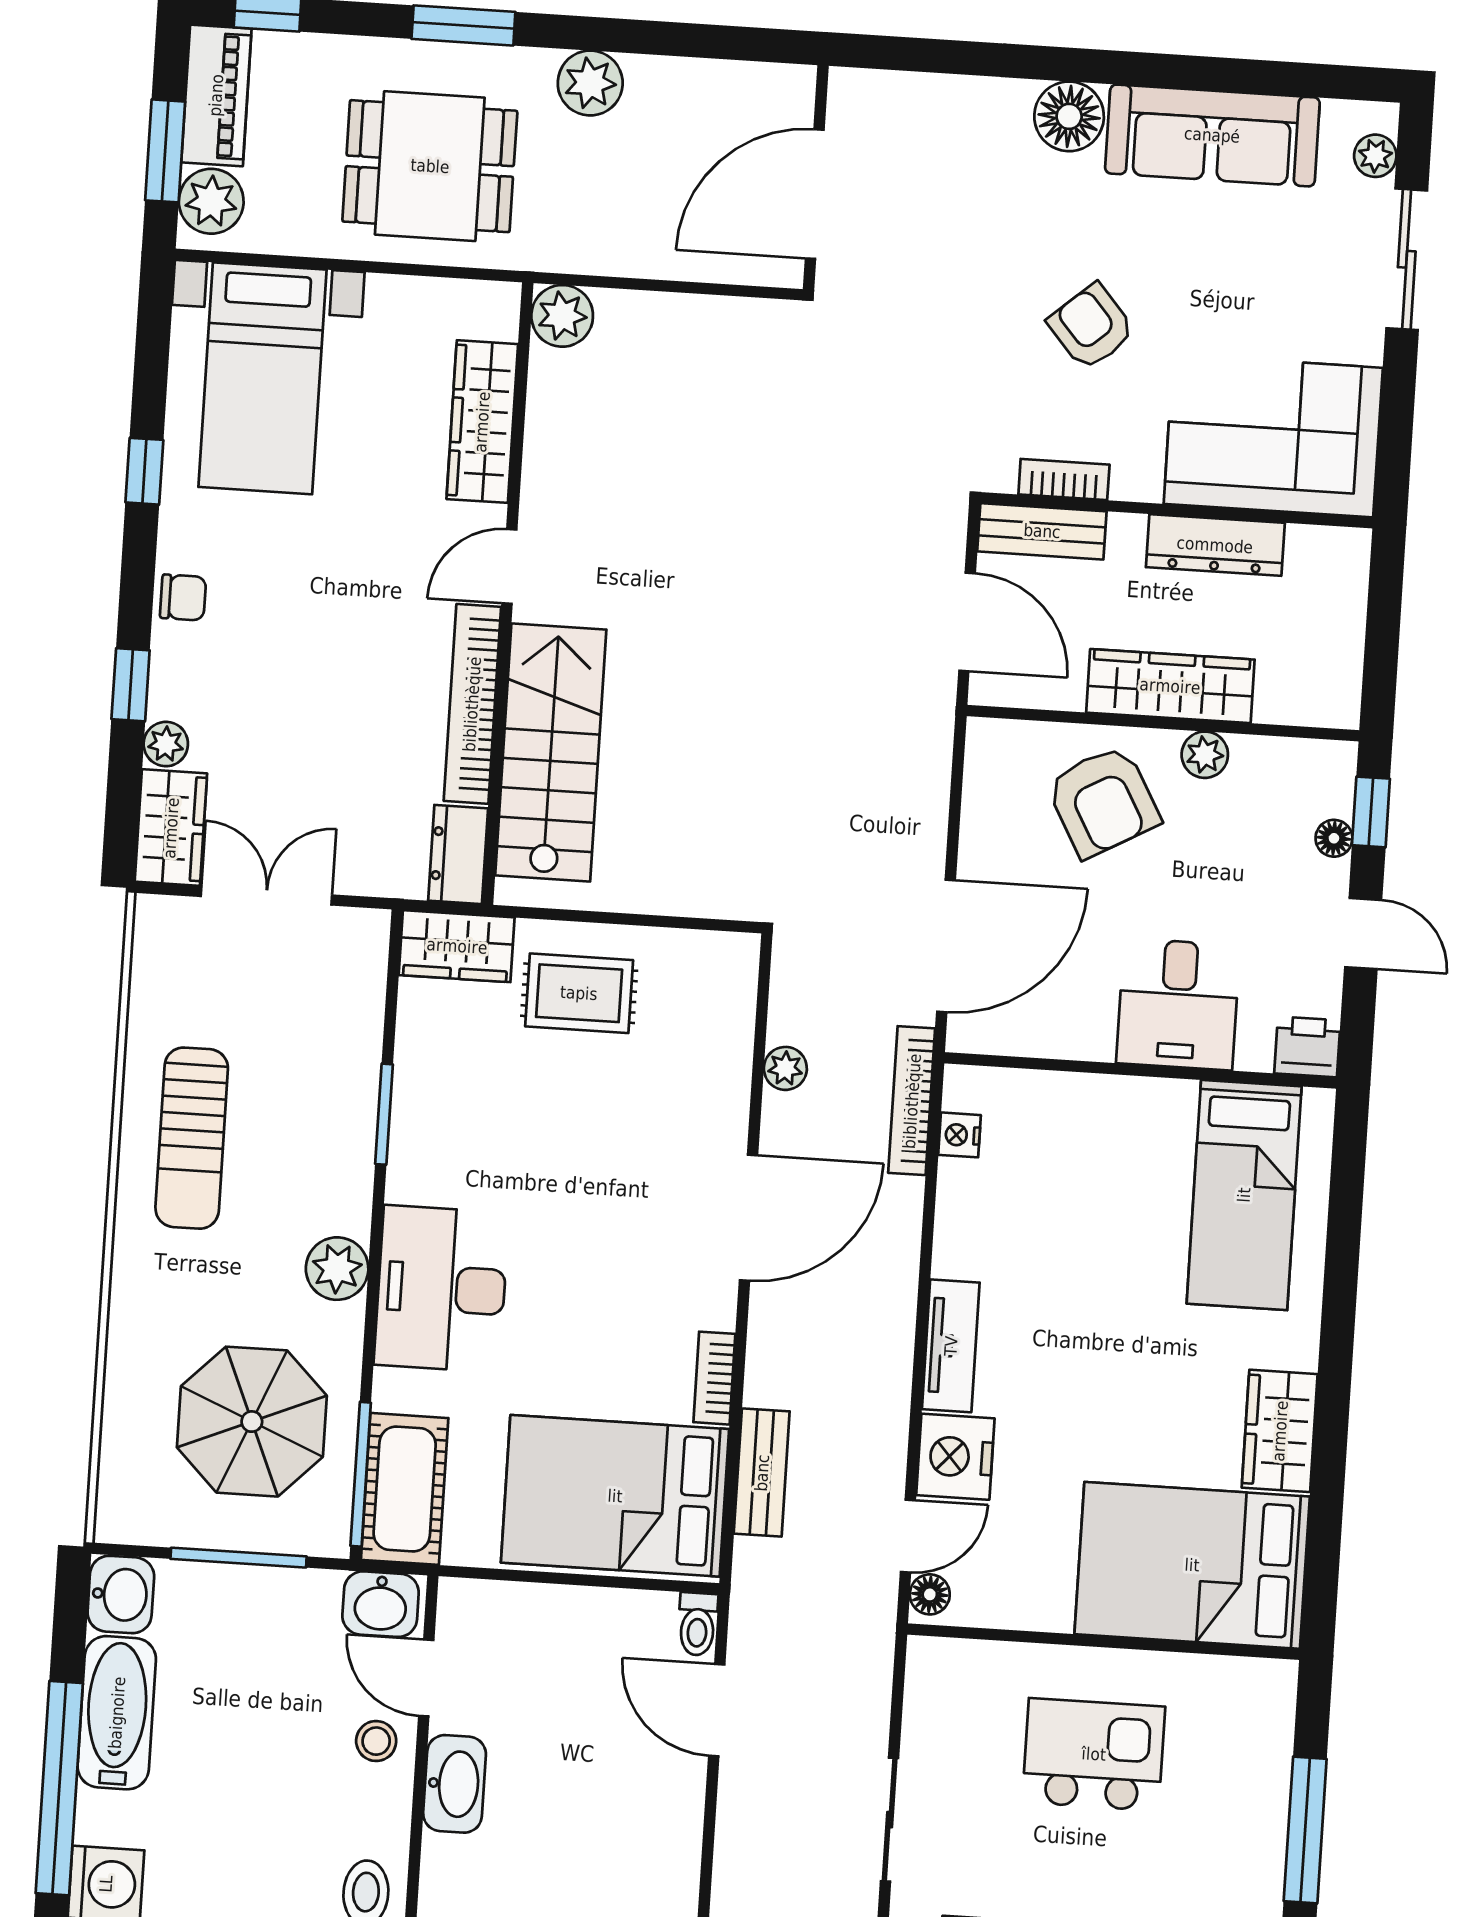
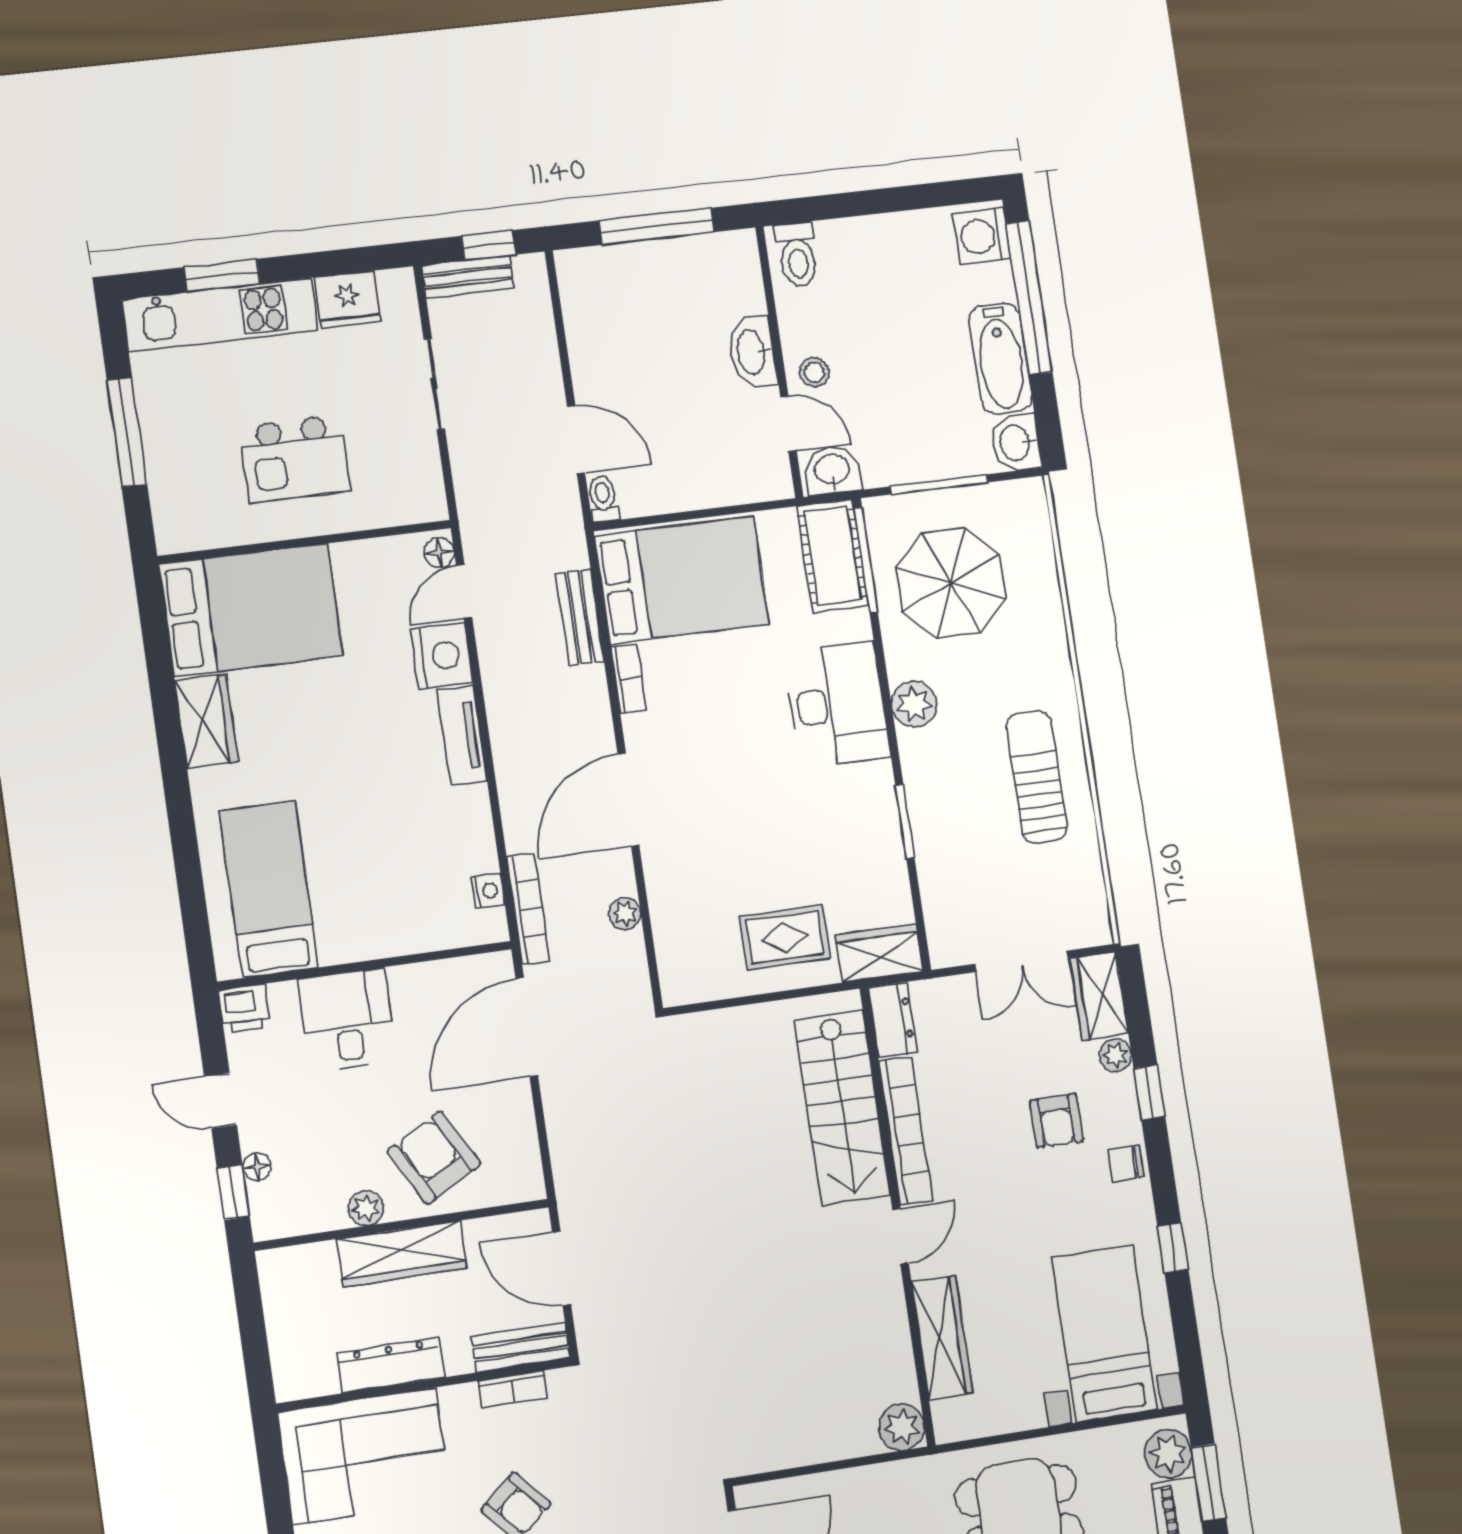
armchair: (266, 674) -> (1056, 1121), added

